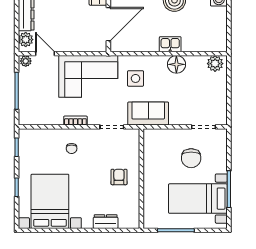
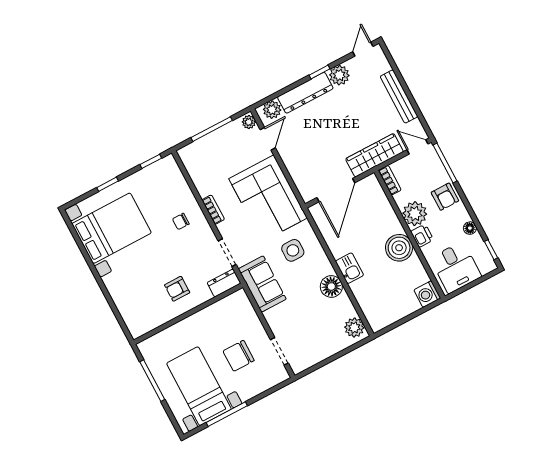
door: (108, 24) -> (336, 190), hinge flipped
armchair: (119, 177) -> (177, 289), turned 180
dresser: (106, 222) -> (224, 283), moved, turned -90

